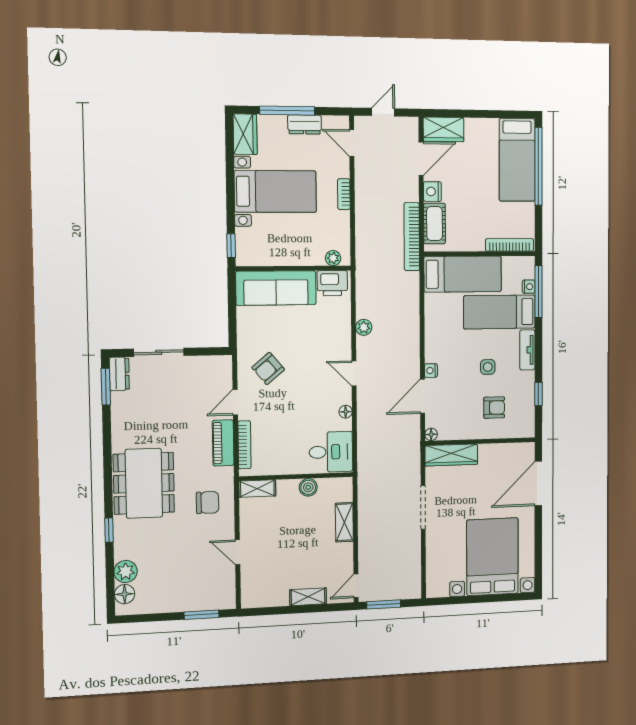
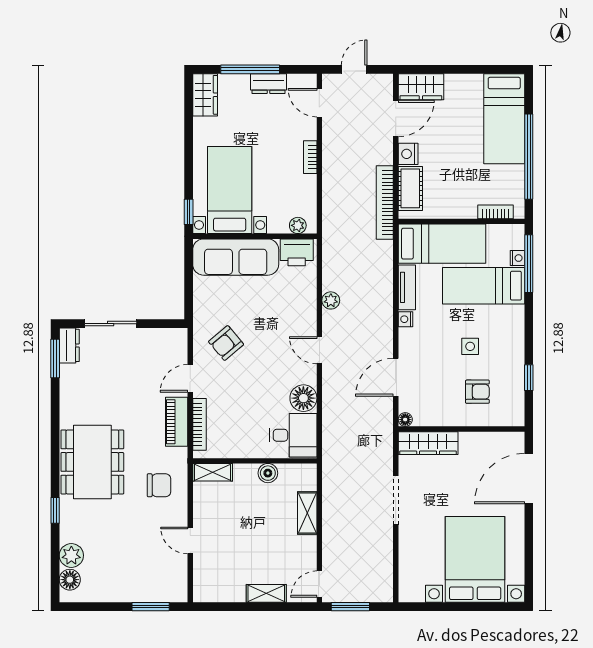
window: (538, 166) -> (529, 157), moved
bed with nightstands: (275, 191) -> (230, 190), moved, turned -90
bookcase: (510, 245) -> (496, 212), width x0.64
tv unit: (527, 350) -> (407, 287), moved, turned 180
nightstand: (431, 371) -> (405, 319), moved
floor lamp: (346, 412) -> (303, 398), width x1.89, depth x1.89

